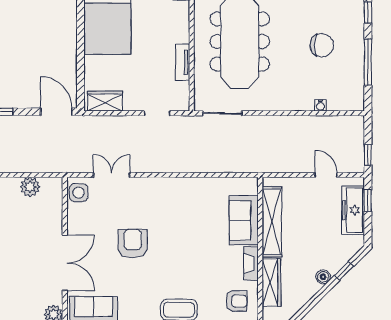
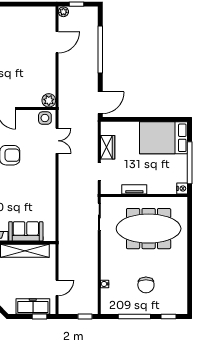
wardrobe: (105, 101) -> (108, 147), moved
window: (368, 155) -> (85, 316), moved
plant: (30, 187) -> (49, 100), moved

